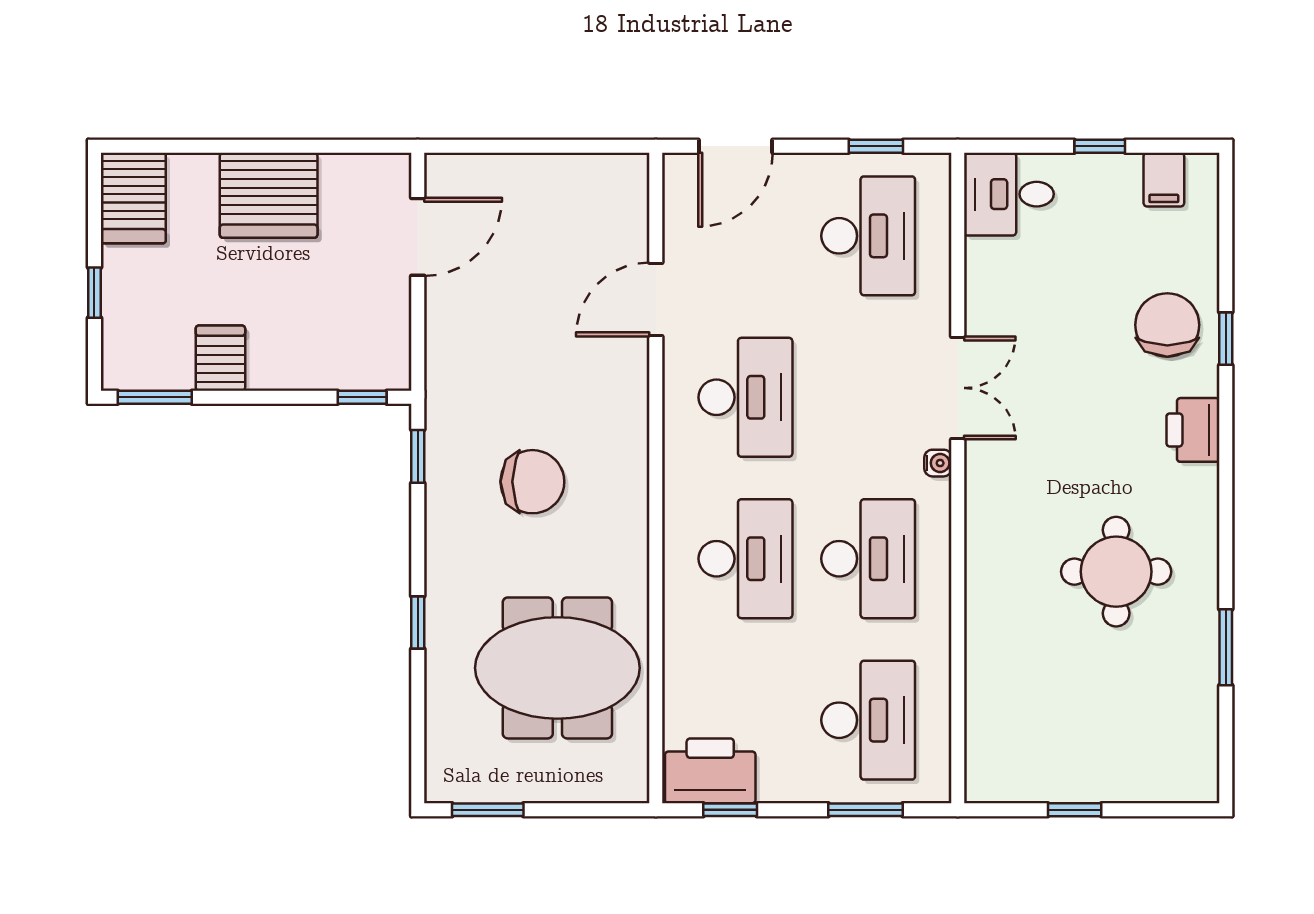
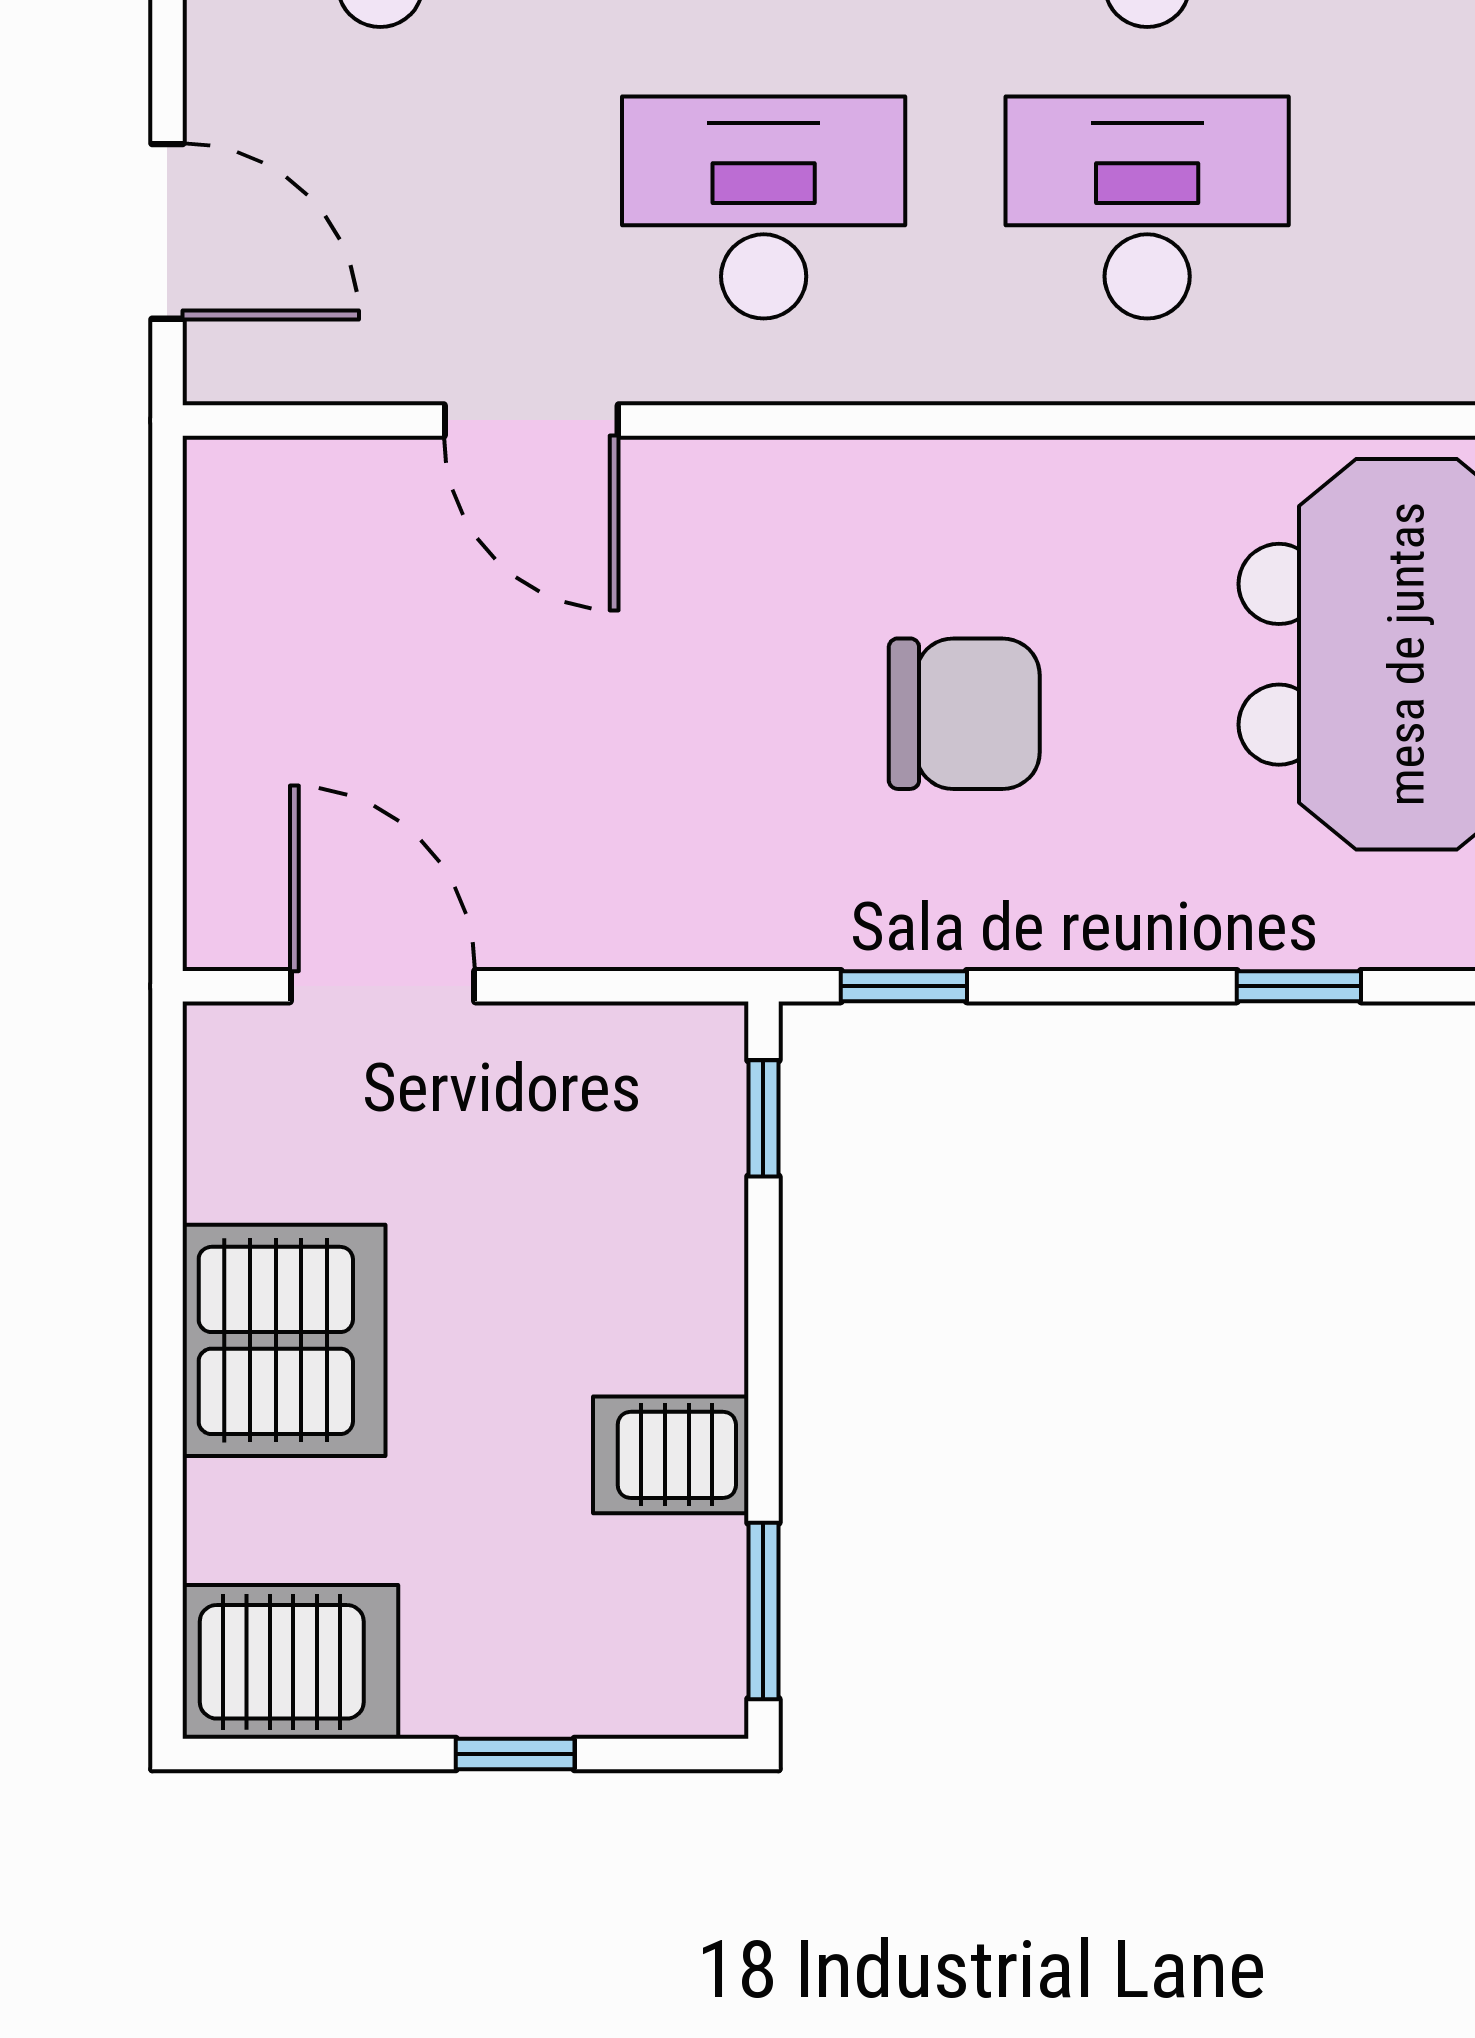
chair: (532, 482) -> (964, 714), turned 90

